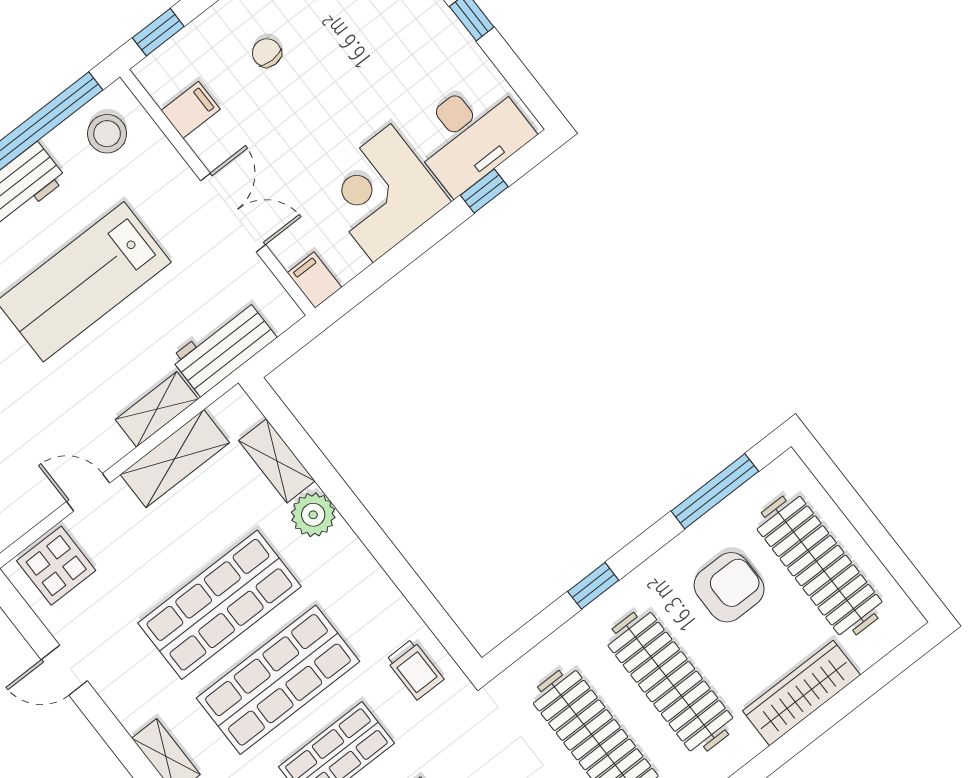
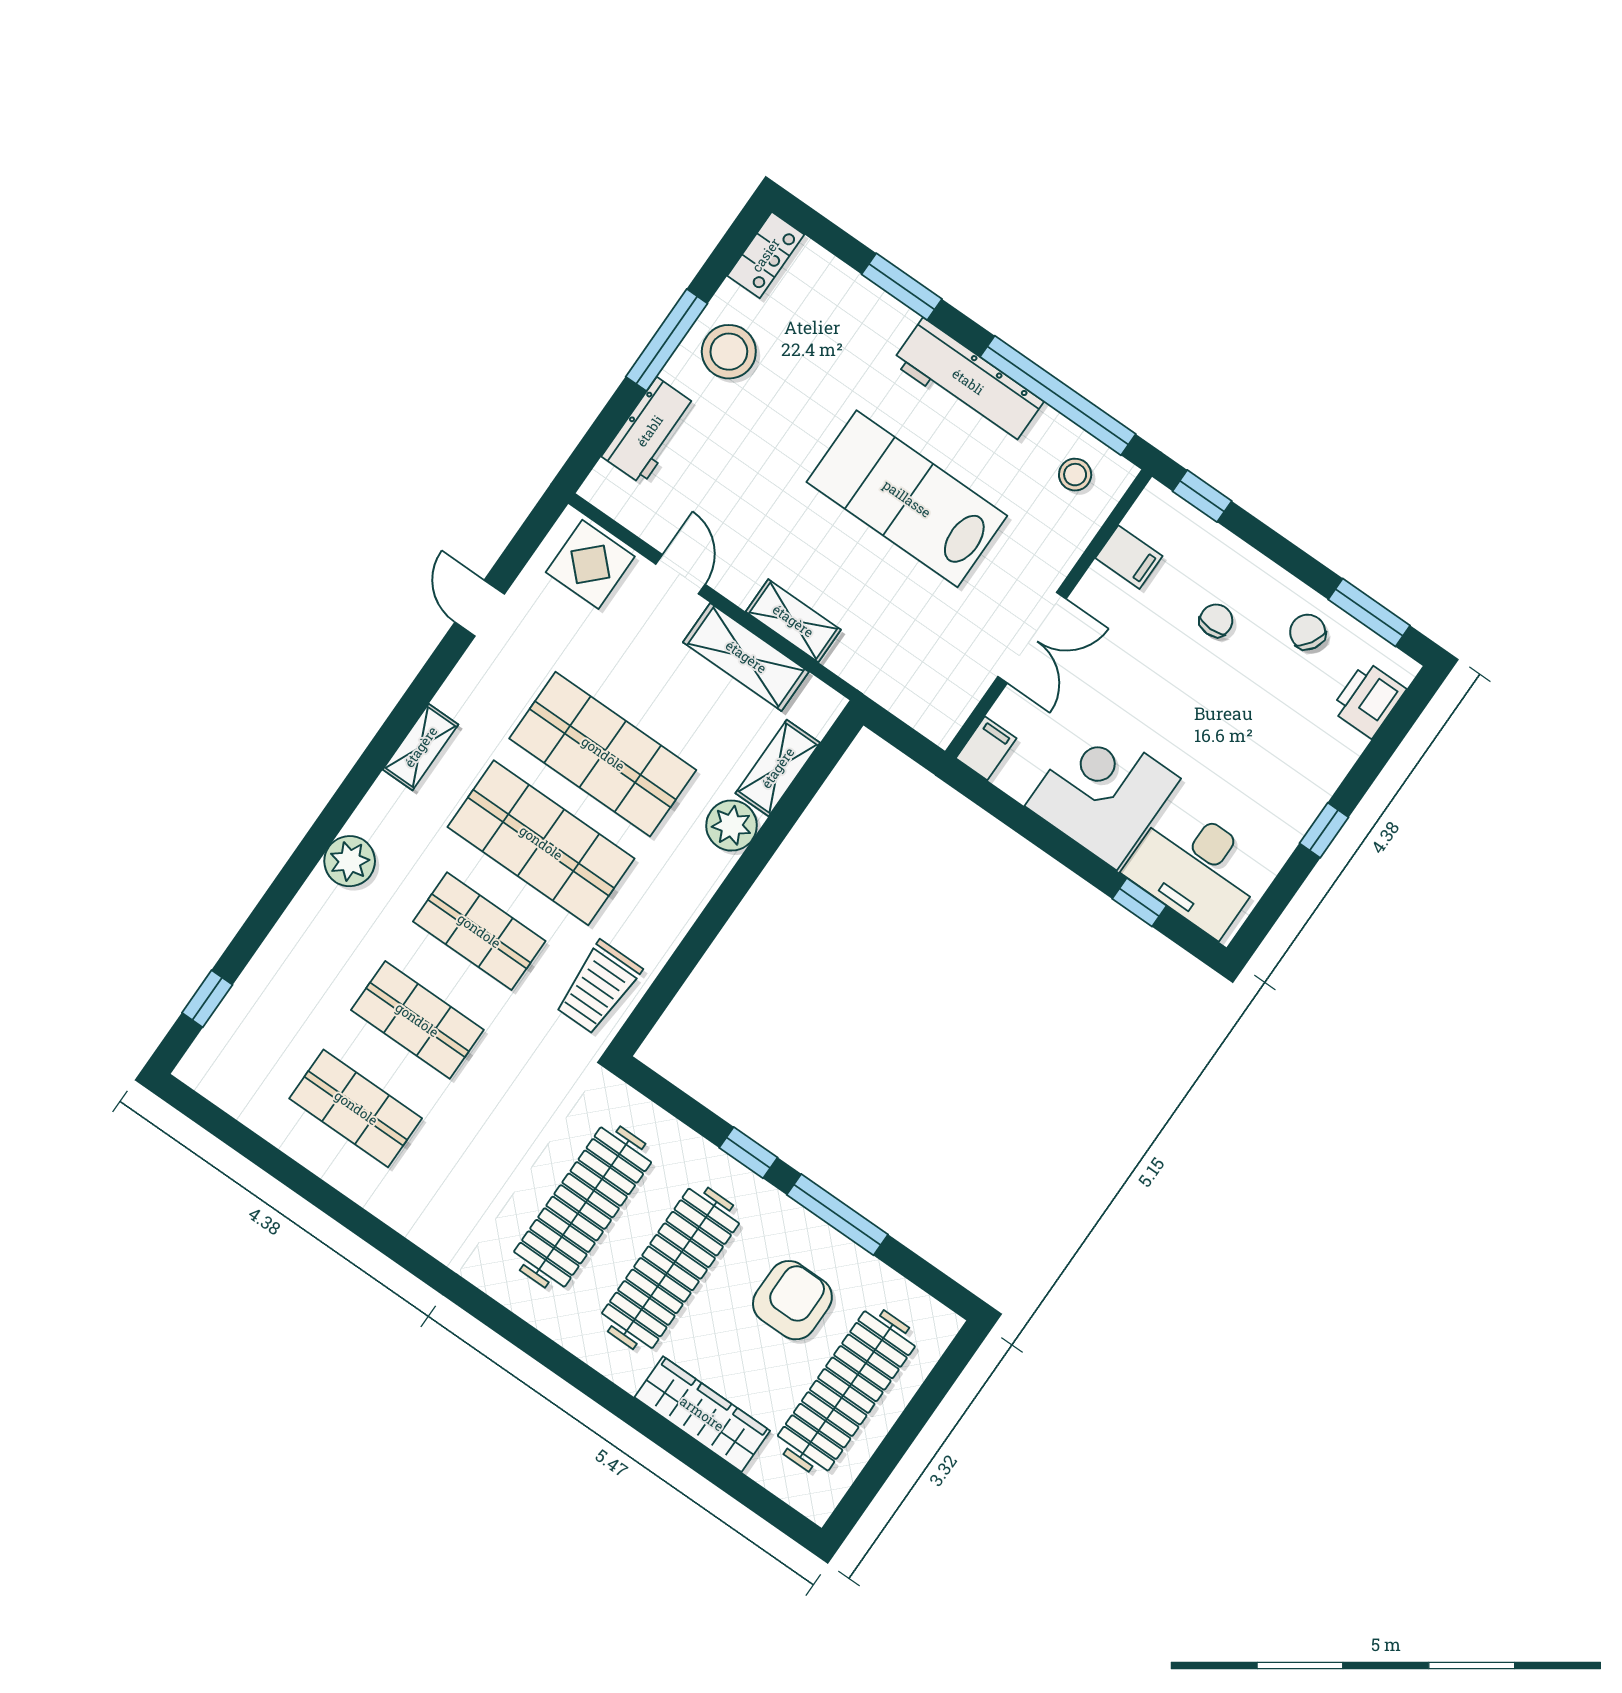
stool: (107, 134) -> (1075, 475), width x0.73, depth x0.73
workbench: (224, 348) -> (882, 673), removed
window: (715, 491) -> (837, 1215), moved
armchair: (729, 587) -> (792, 1300), turned -90
trolley: (415, 669) -> (598, 987), width x1.36, depth x1.39

